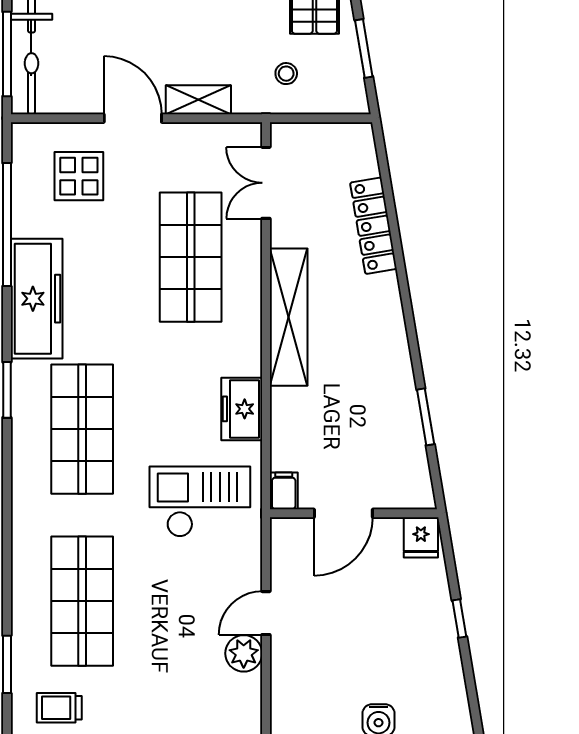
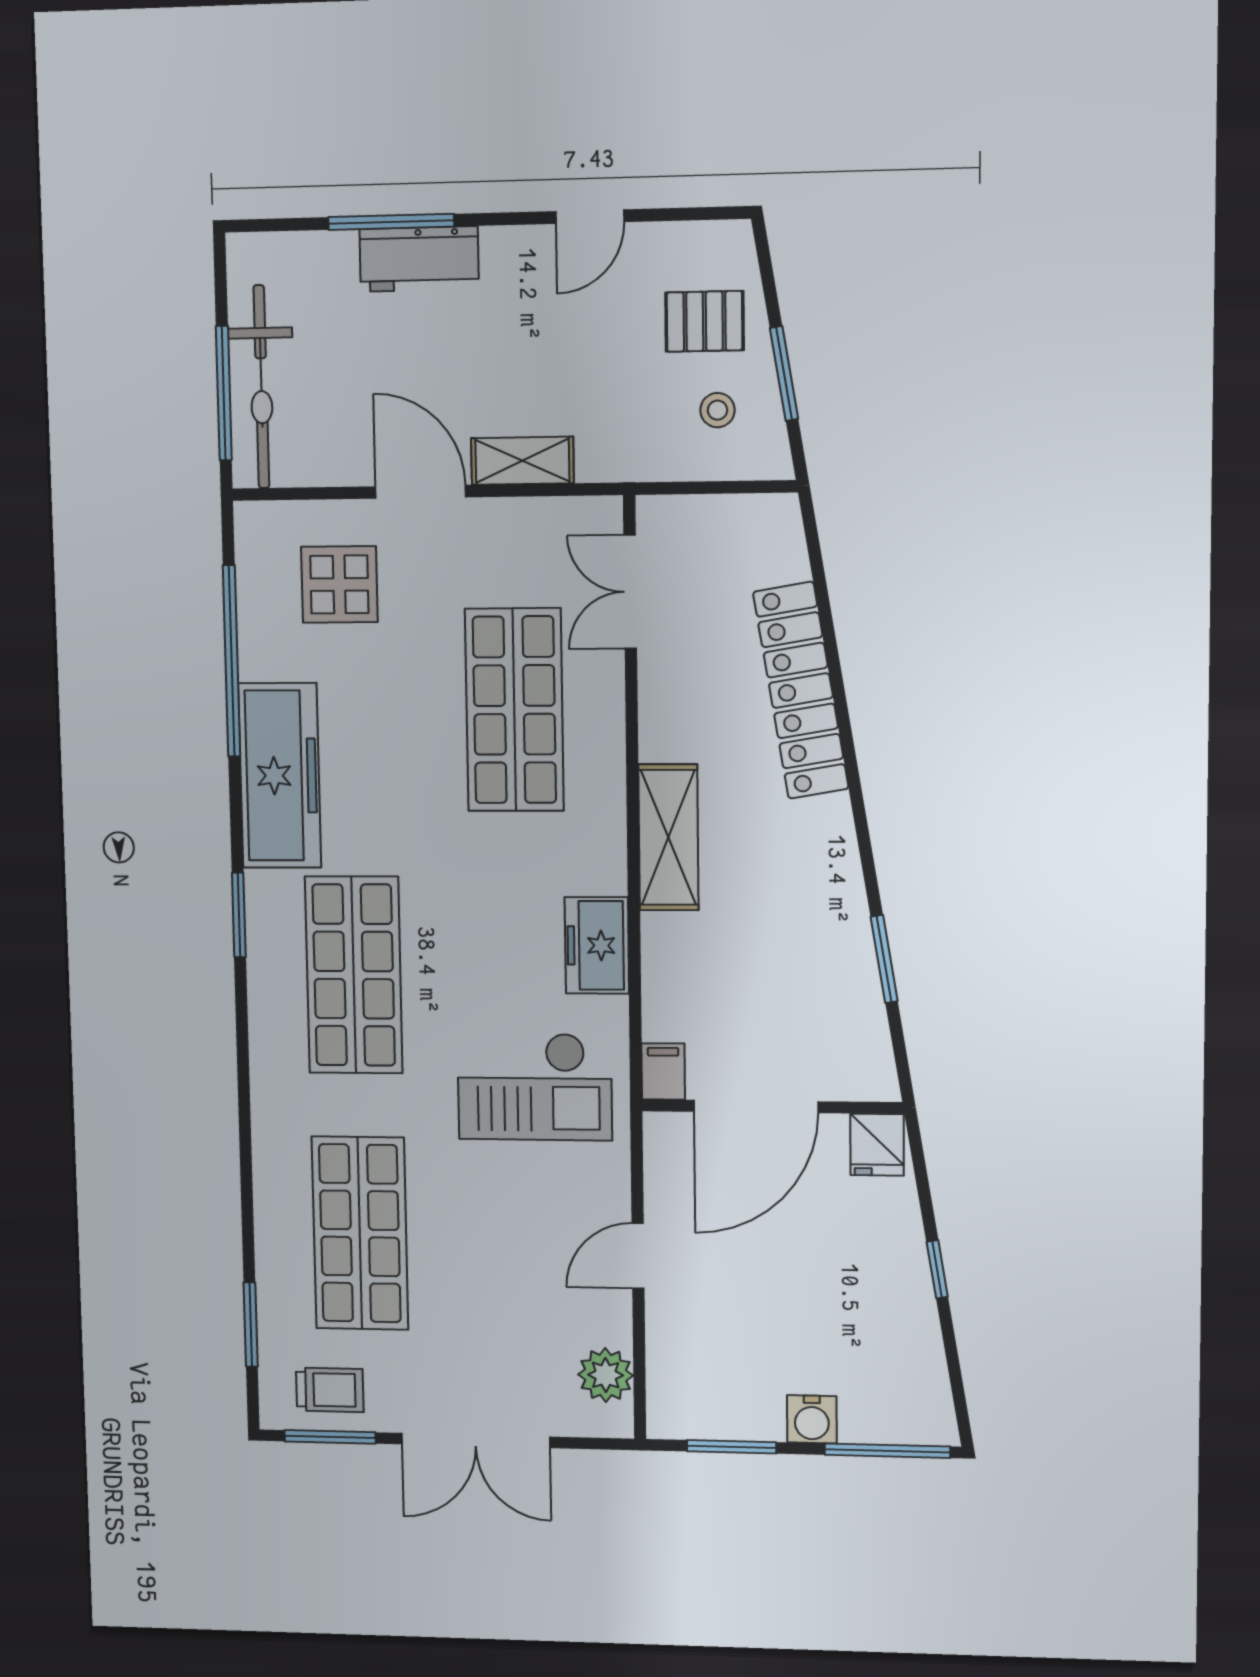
stool: (286, 74) -> (717, 410), moved
locker: (373, 226) -> (801, 690), width x1.41, depth x1.21
shelving: (289, 317) -> (668, 837), width x0.68
checkout: (200, 502) -> (535, 1087), turned 180
door: (343, 513) -> (756, 1107), width x1.36
plant: (244, 653) -> (606, 1375), moved
trolley: (59, 708) -> (330, 1390), turned 180

